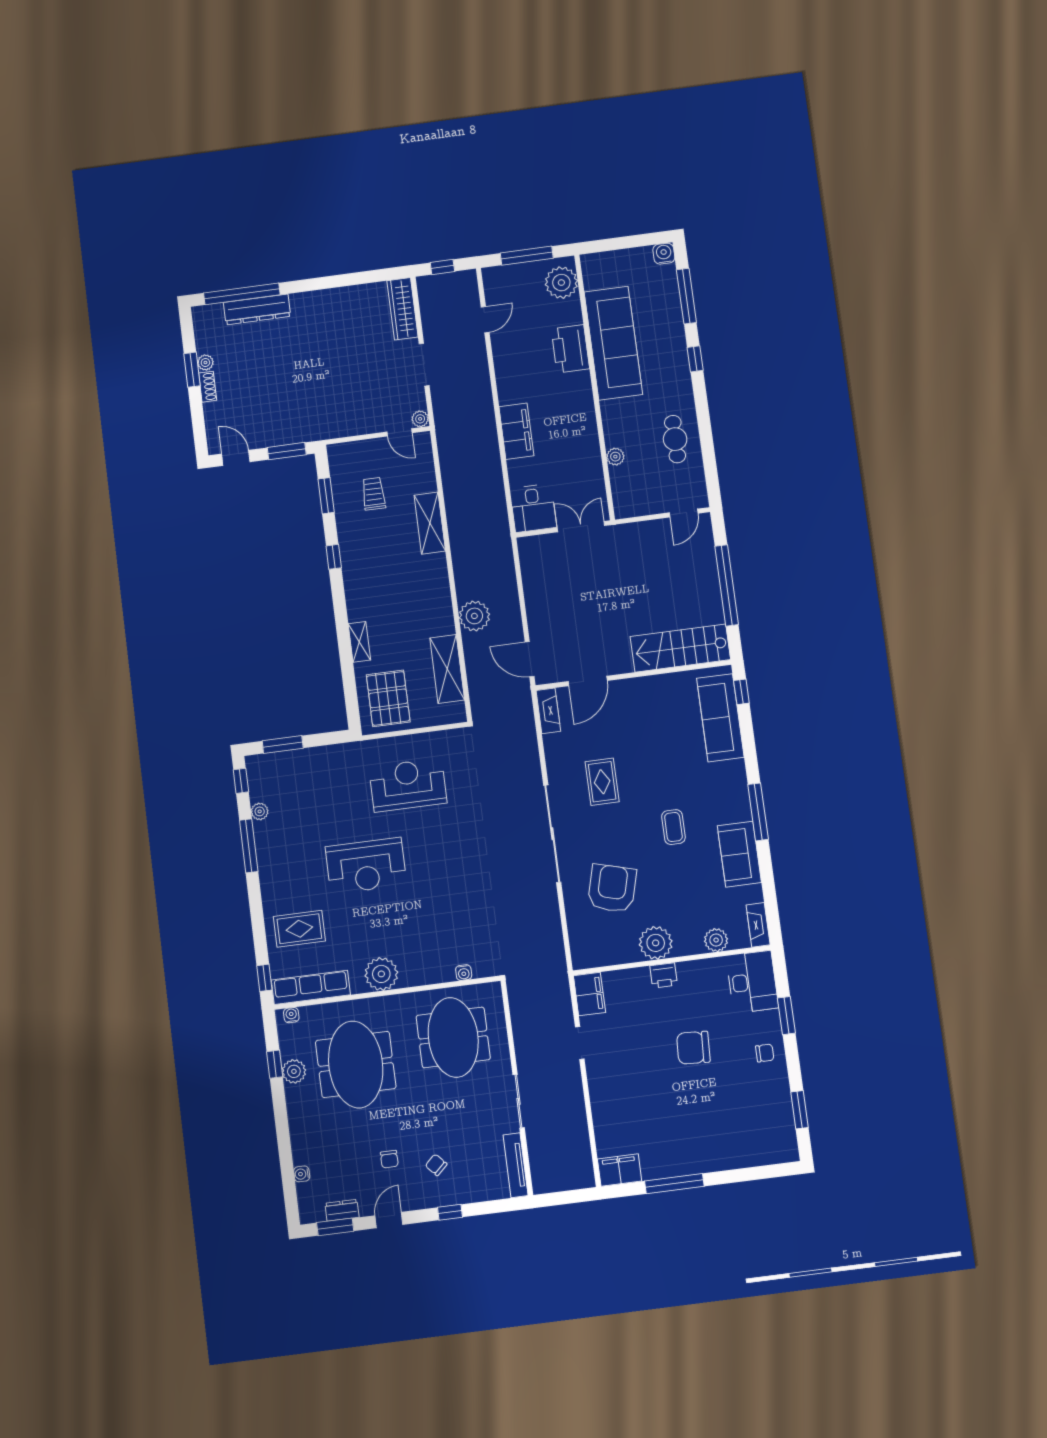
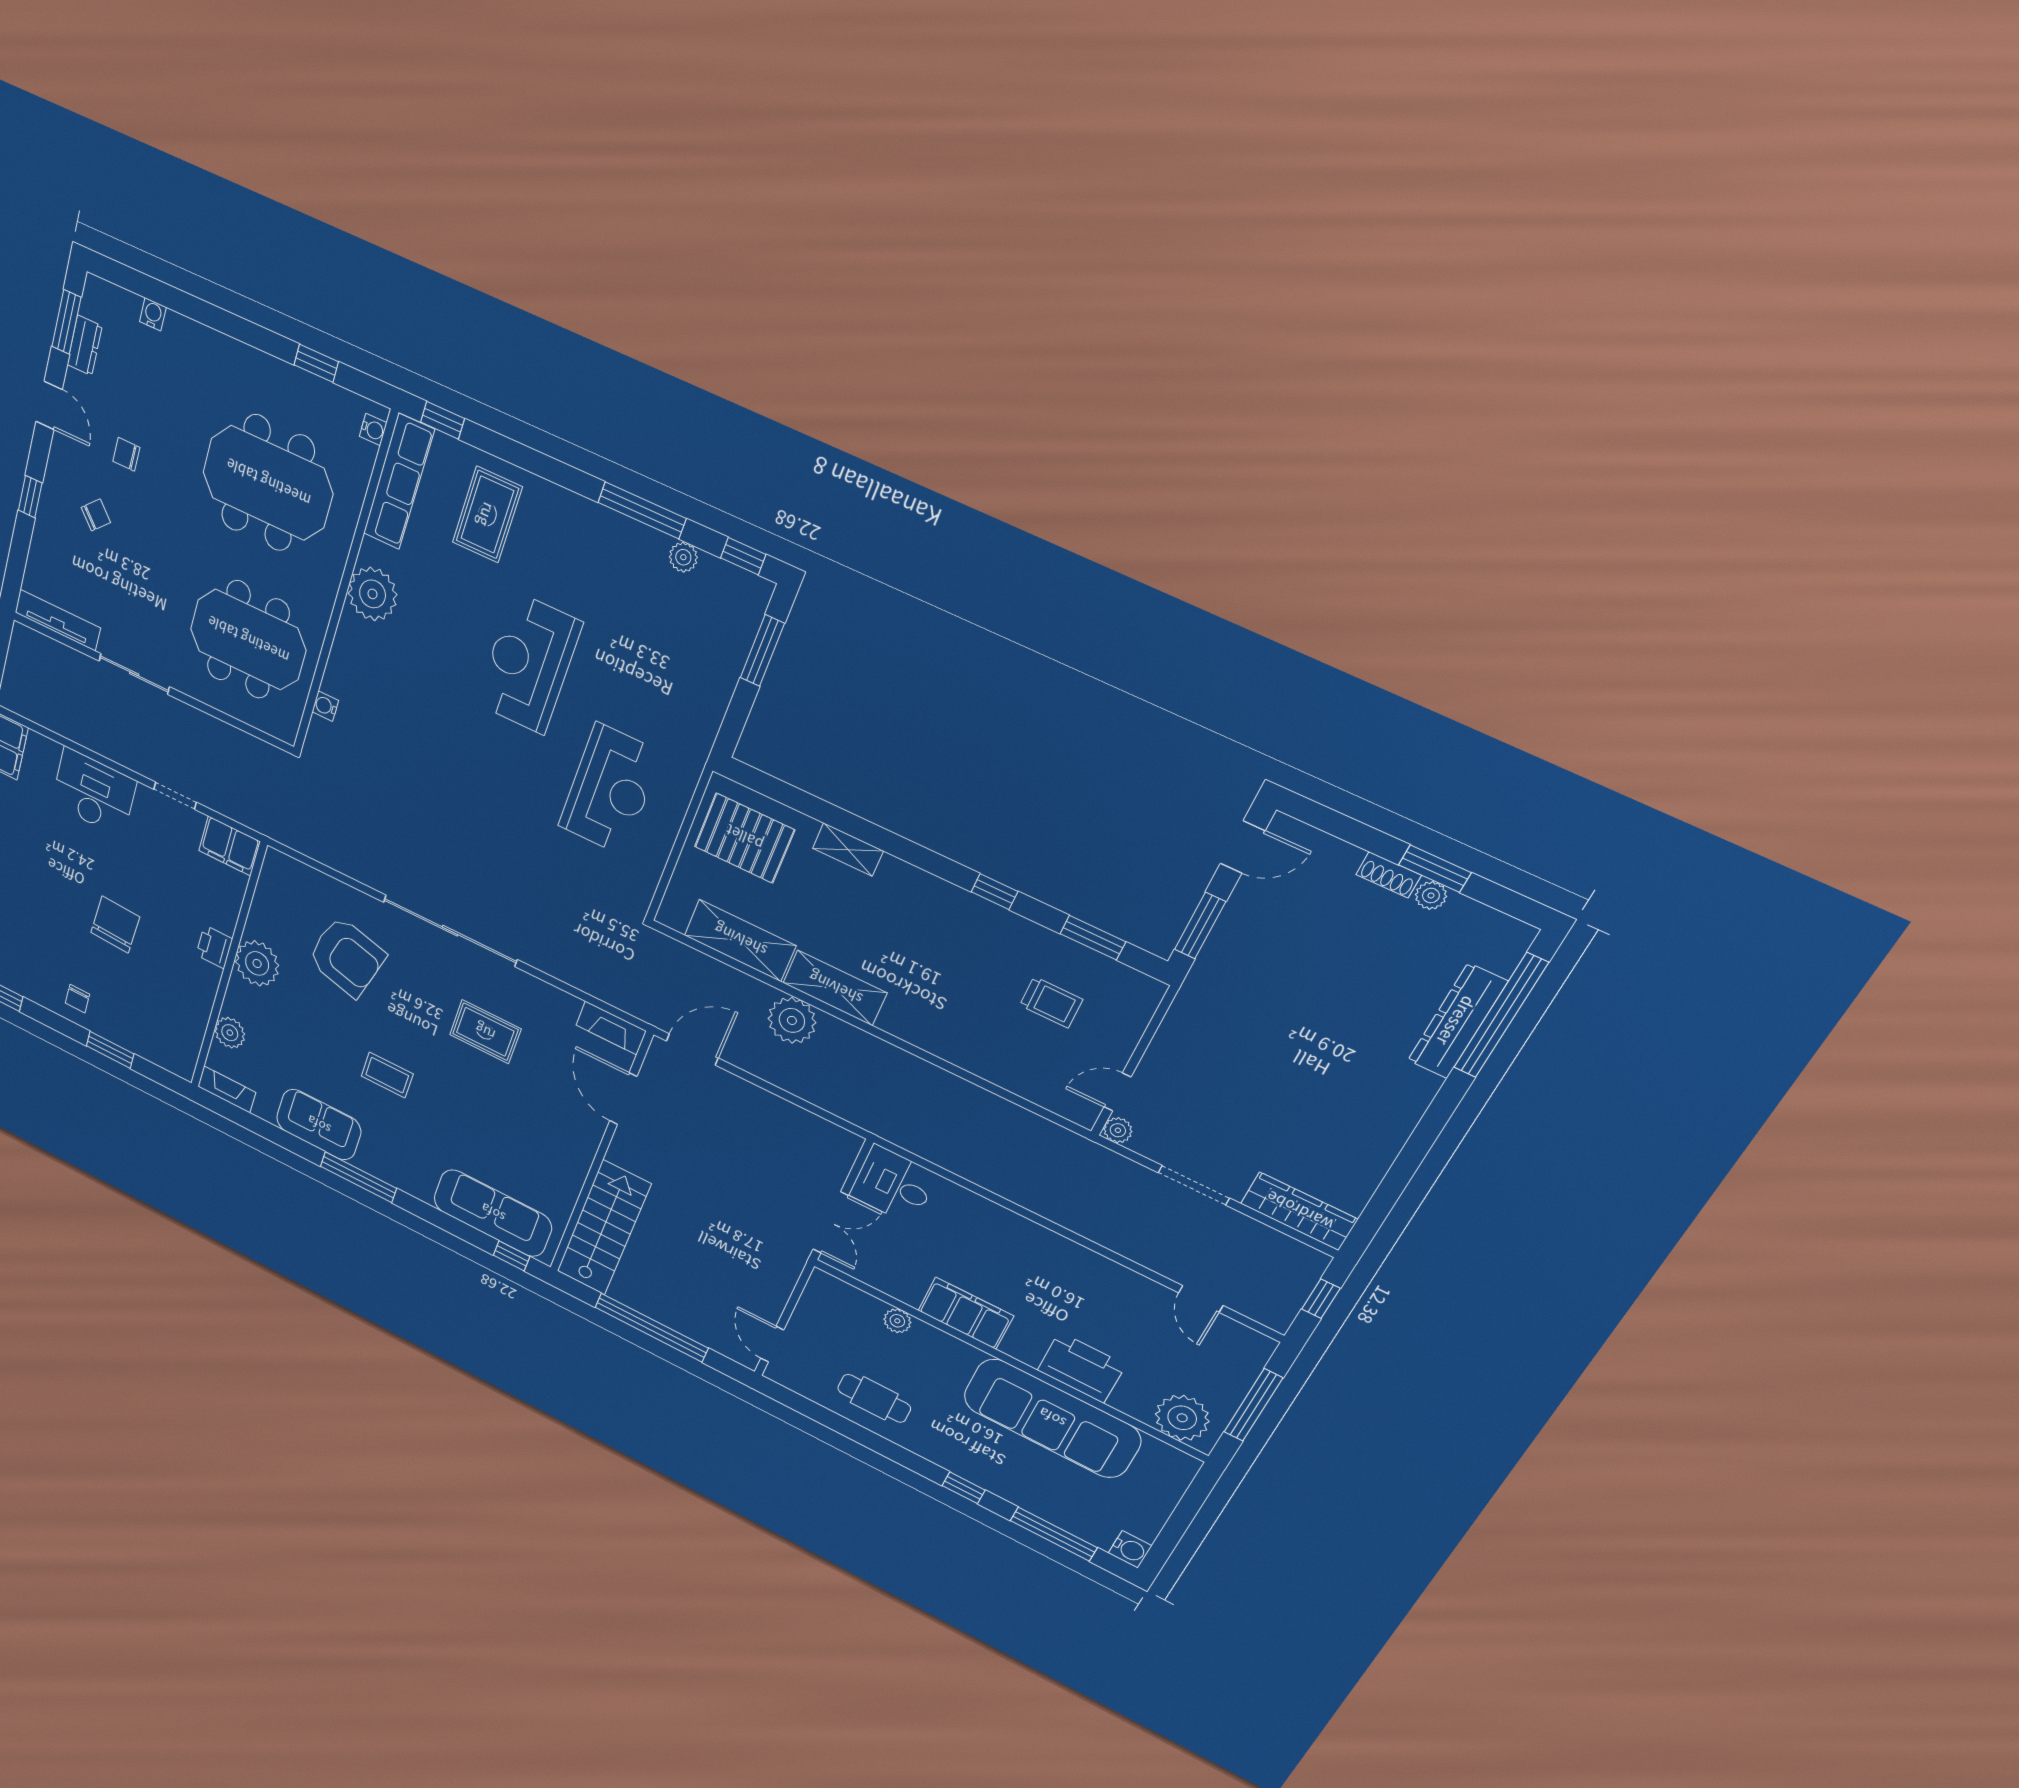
filing cabinet: (516, 431) -> (966, 1313), moved, turned 180
shelving: (430, 523) -> (835, 988), moved
desk: (752, 982) -> (94, 792), moved, turned 180
plant: (294, 1071) -> (295, 387), removed

